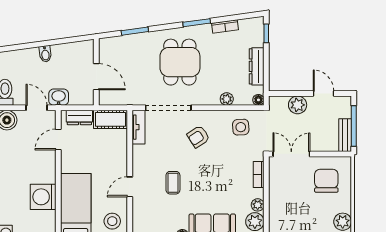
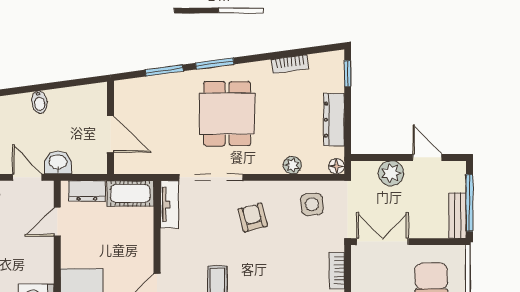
window: (197, 23) -> (215, 64), moved
armchair: (198, 137) -> (253, 218), turned 108

